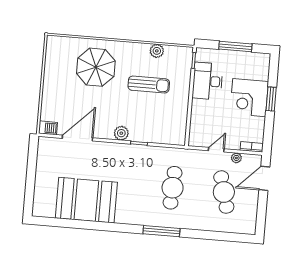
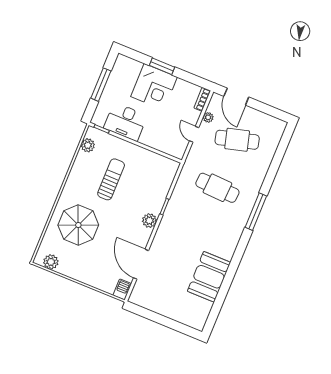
plant: (157, 51) -> (88, 145), moved
plant: (53, 52) -> (51, 262), added
booth: (86, 200) -> (209, 277), width x0.73, depth x0.70

